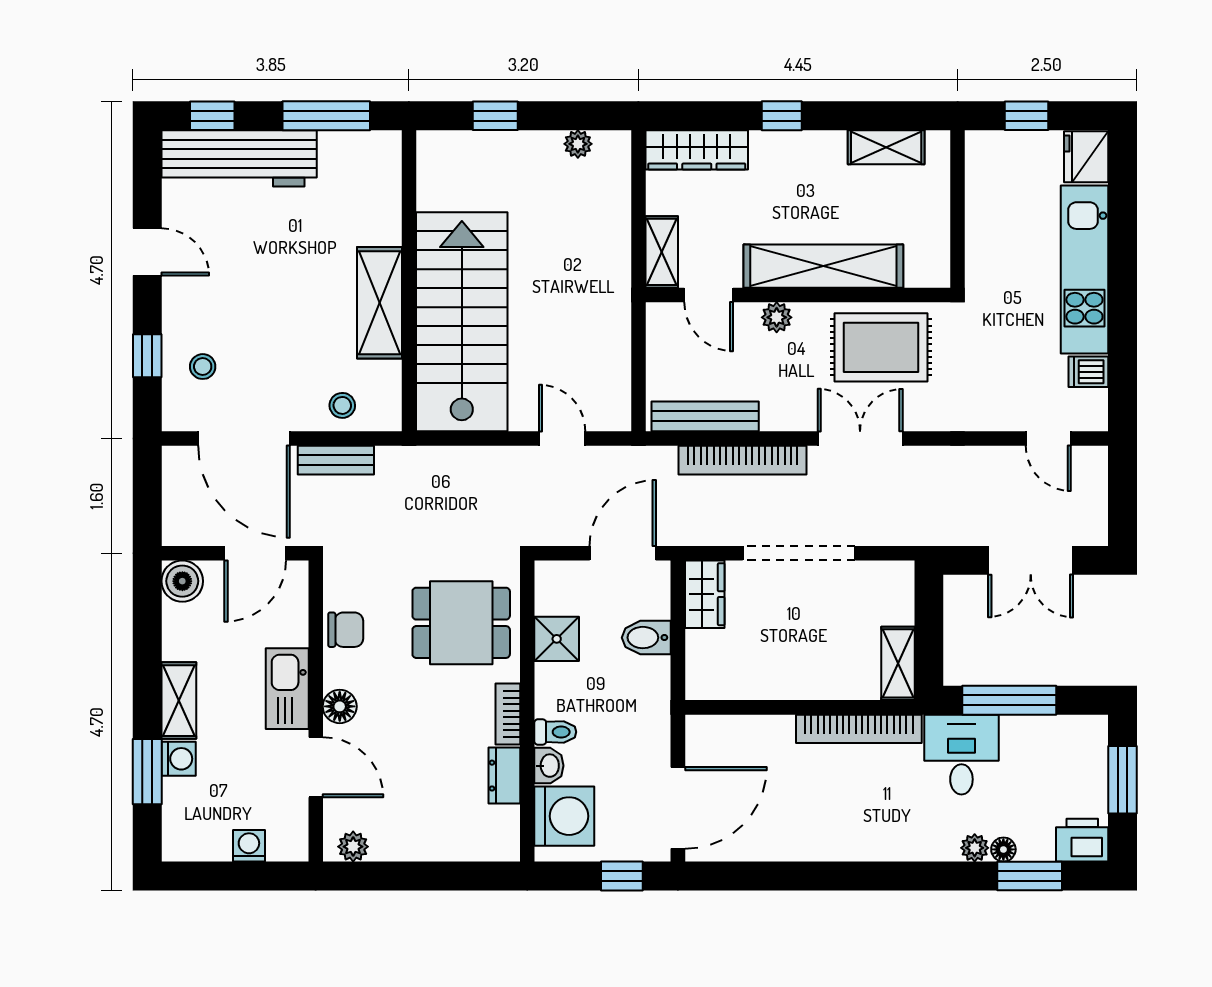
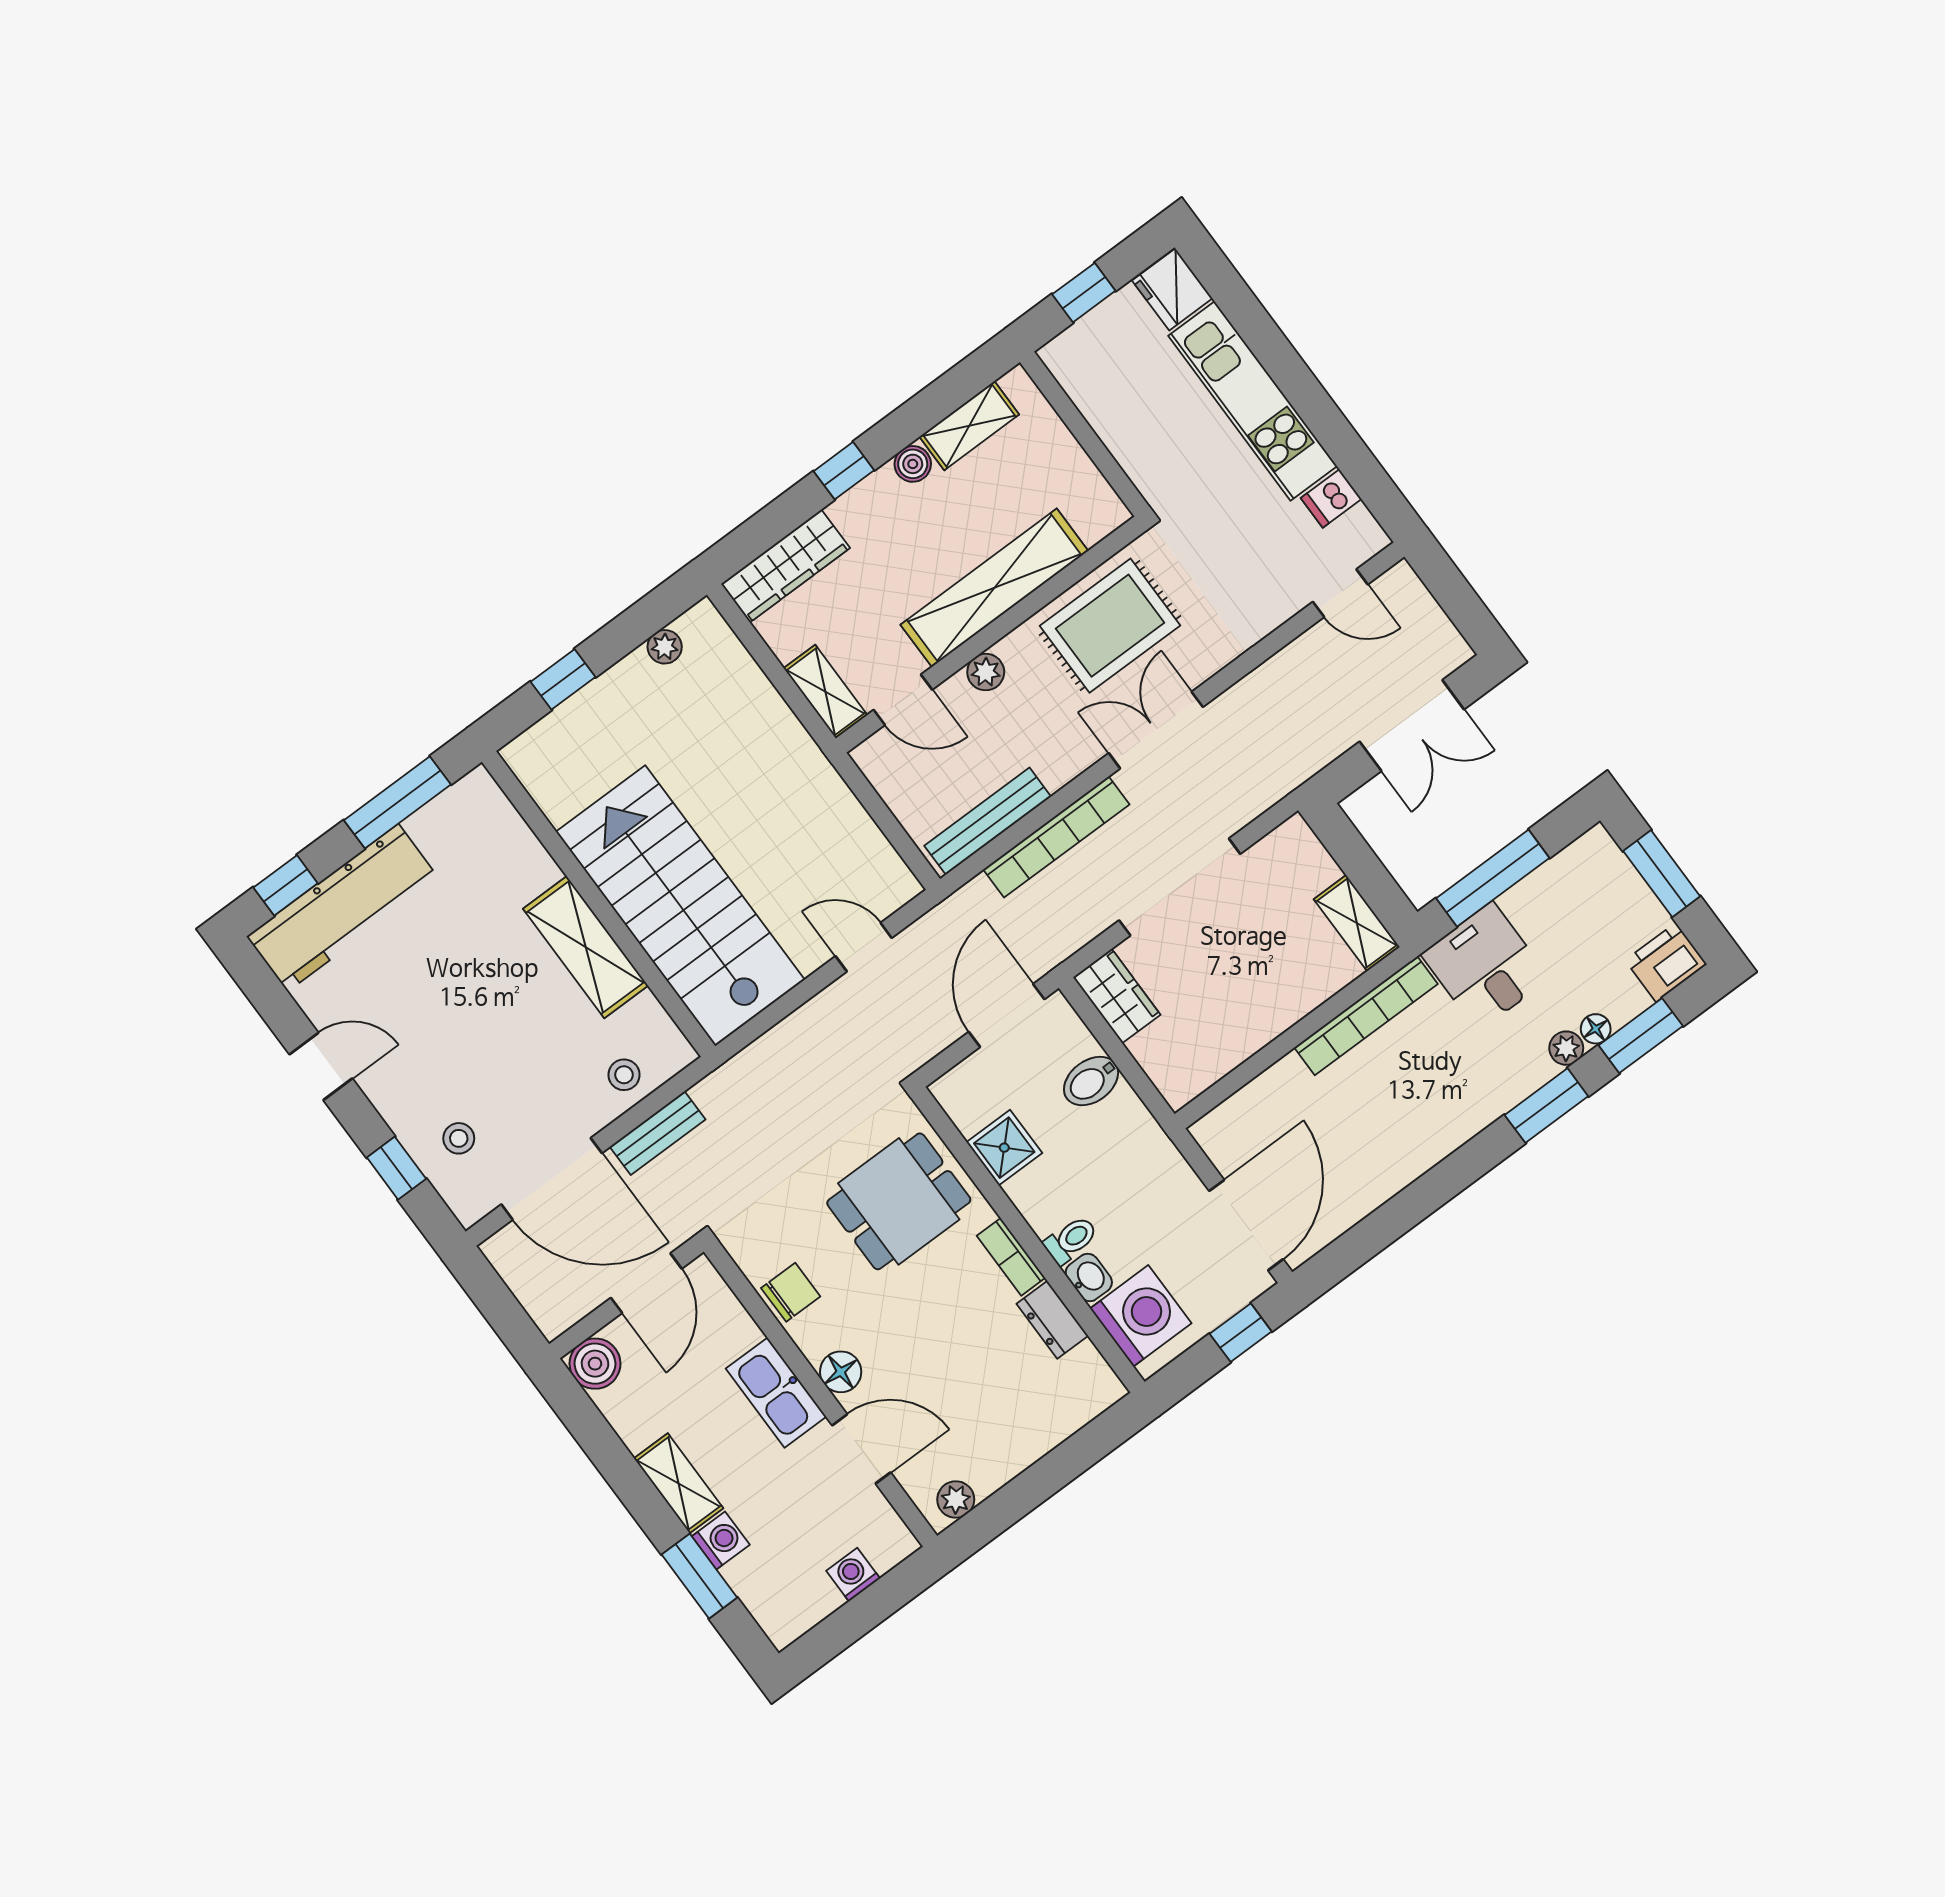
boiler: (830, 145) -> (913, 464), added
window: (934, 876) -> (1546, 1106), added

